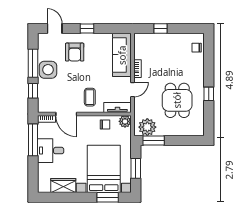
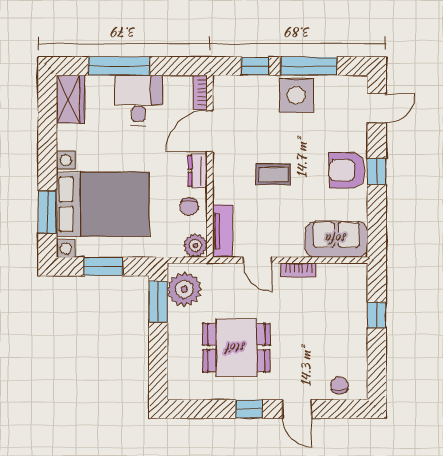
armchair: (75, 52) -> (347, 170), moved
sofa: (122, 55) -> (336, 239), width x0.73
door: (209, 69) -> (297, 409), added
coffee table: (90, 97) -> (273, 174), moved
dresser: (87, 120) -> (198, 171), added
window: (33, 140) -> (119, 66), moved
wardrobe: (63, 185) -> (70, 99), moved

